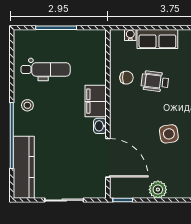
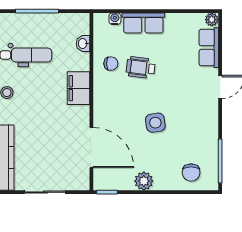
washbasin: (100, 126) -> (83, 44), moved

